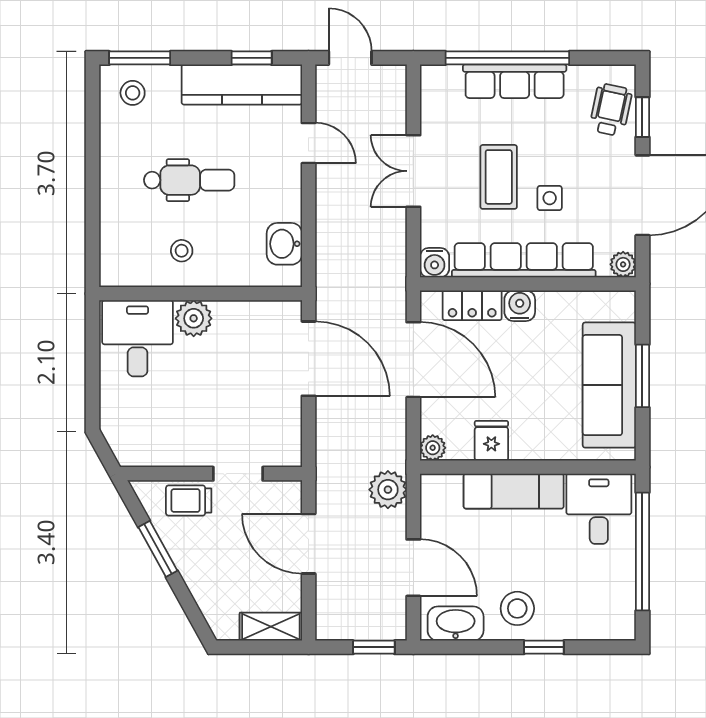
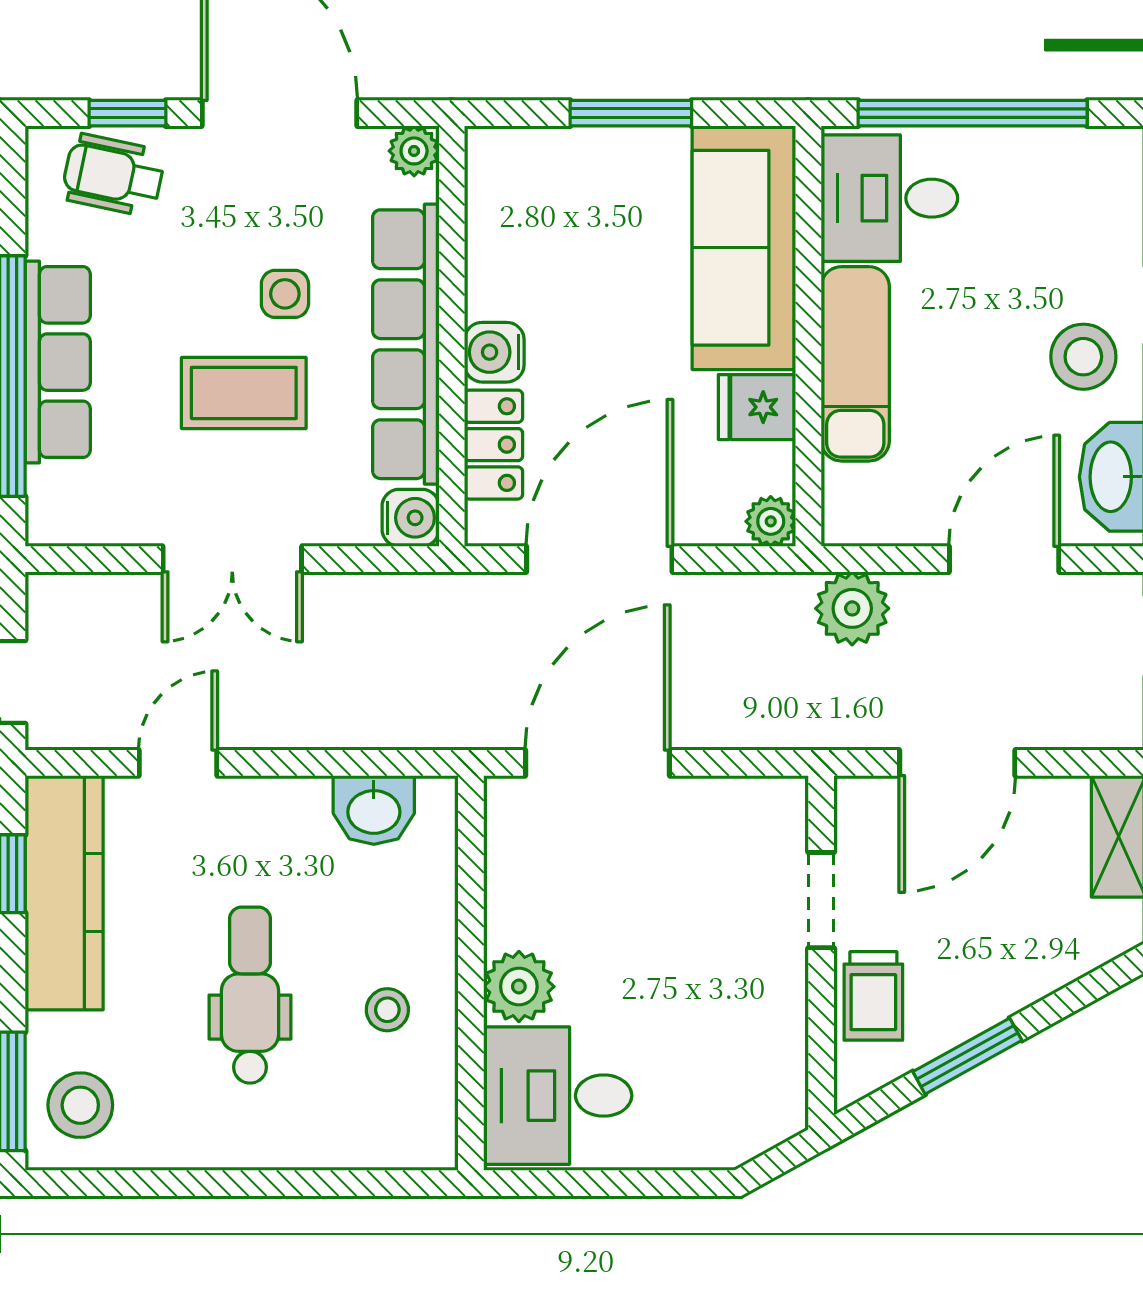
stool: (133, 93) -> (80, 1105), width x1.37, depth x1.37
sofa: (609, 385) -> (744, 248), moved, turned 90

